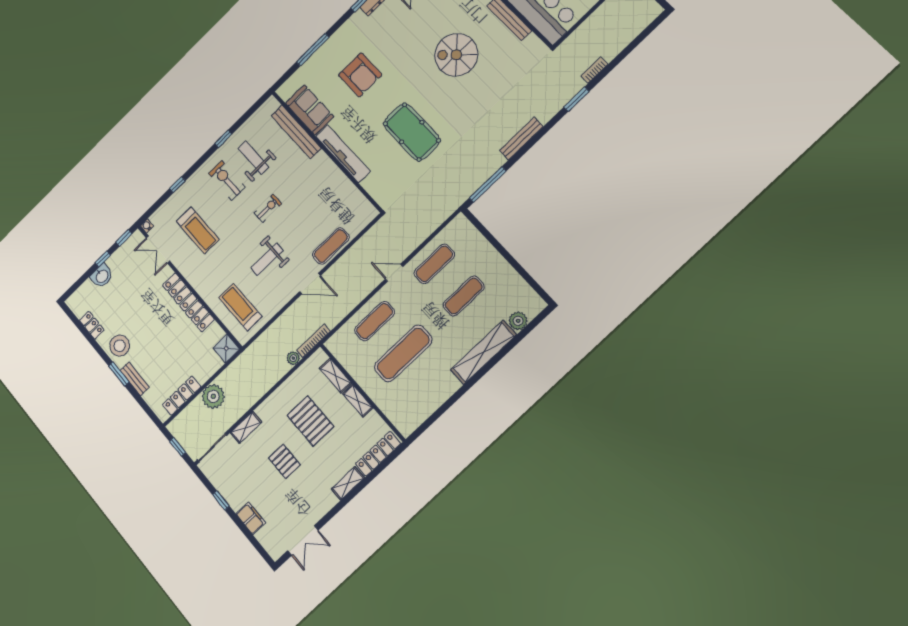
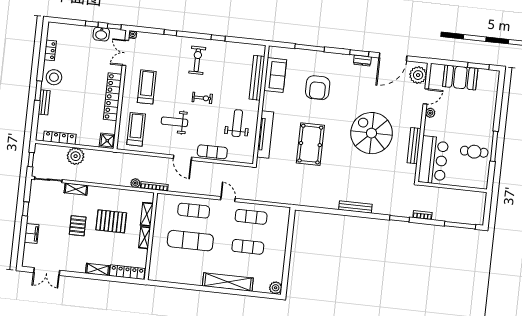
spiral stairs: (456, 55) -> (372, 133), width x1.37, depth x1.37
tv unit: (343, 154) -> (265, 134), moved
weight bench: (253, 158) -> (237, 123), moved
window: (488, 185) -> (460, 225), moved
treadmill: (198, 230) -> (147, 87), moved, turned 180
washbasin: (102, 276) -> (101, 34), moved
plant: (518, 321) -> (276, 288), moved
pallet: (310, 421) -> (111, 221), turned 90

